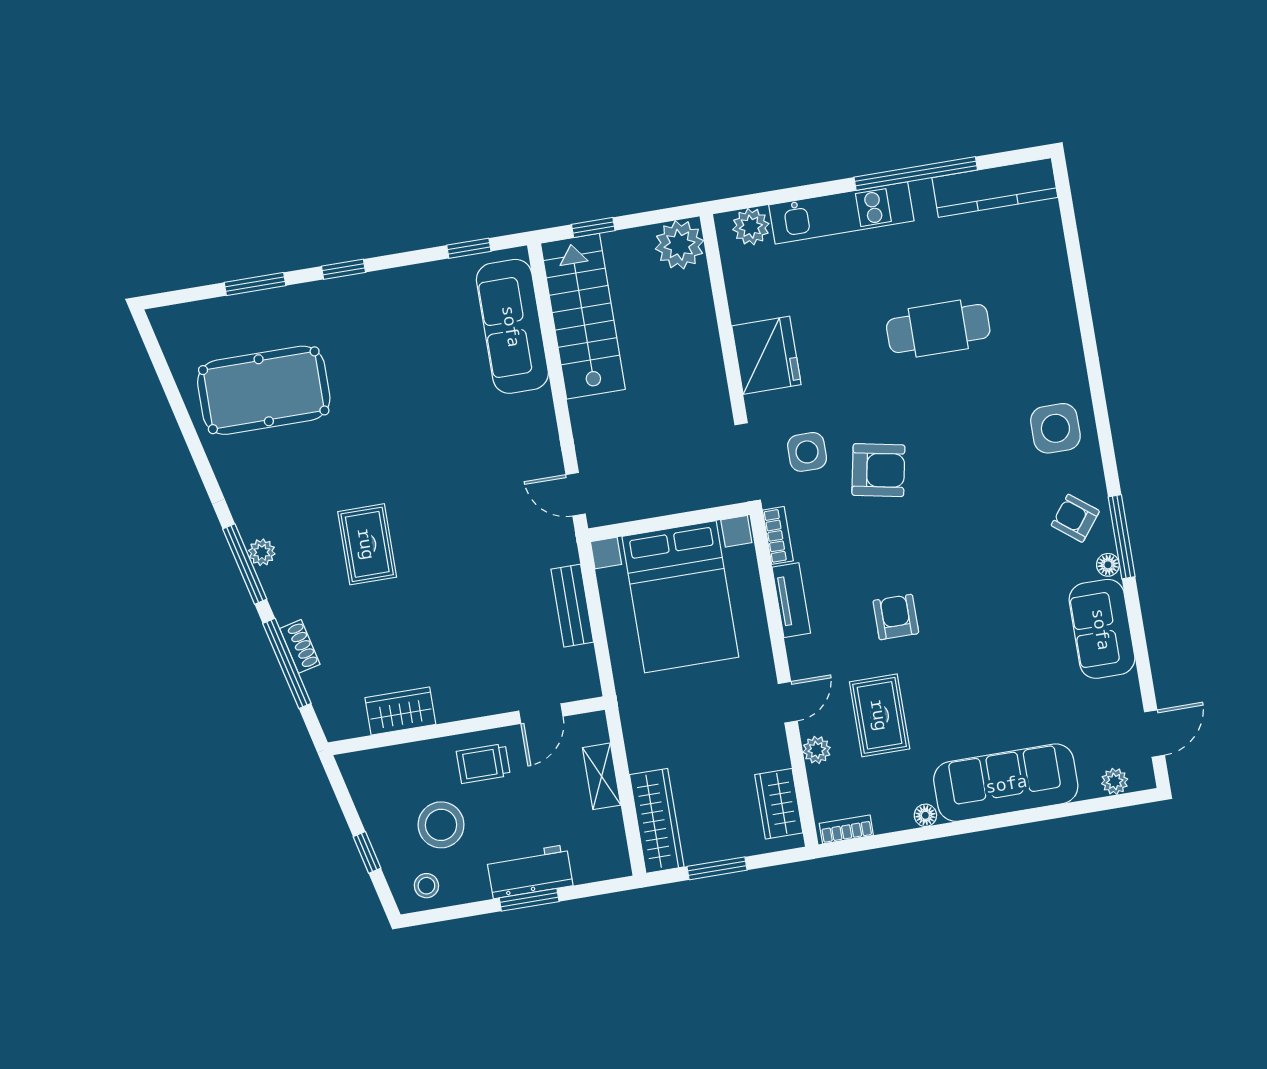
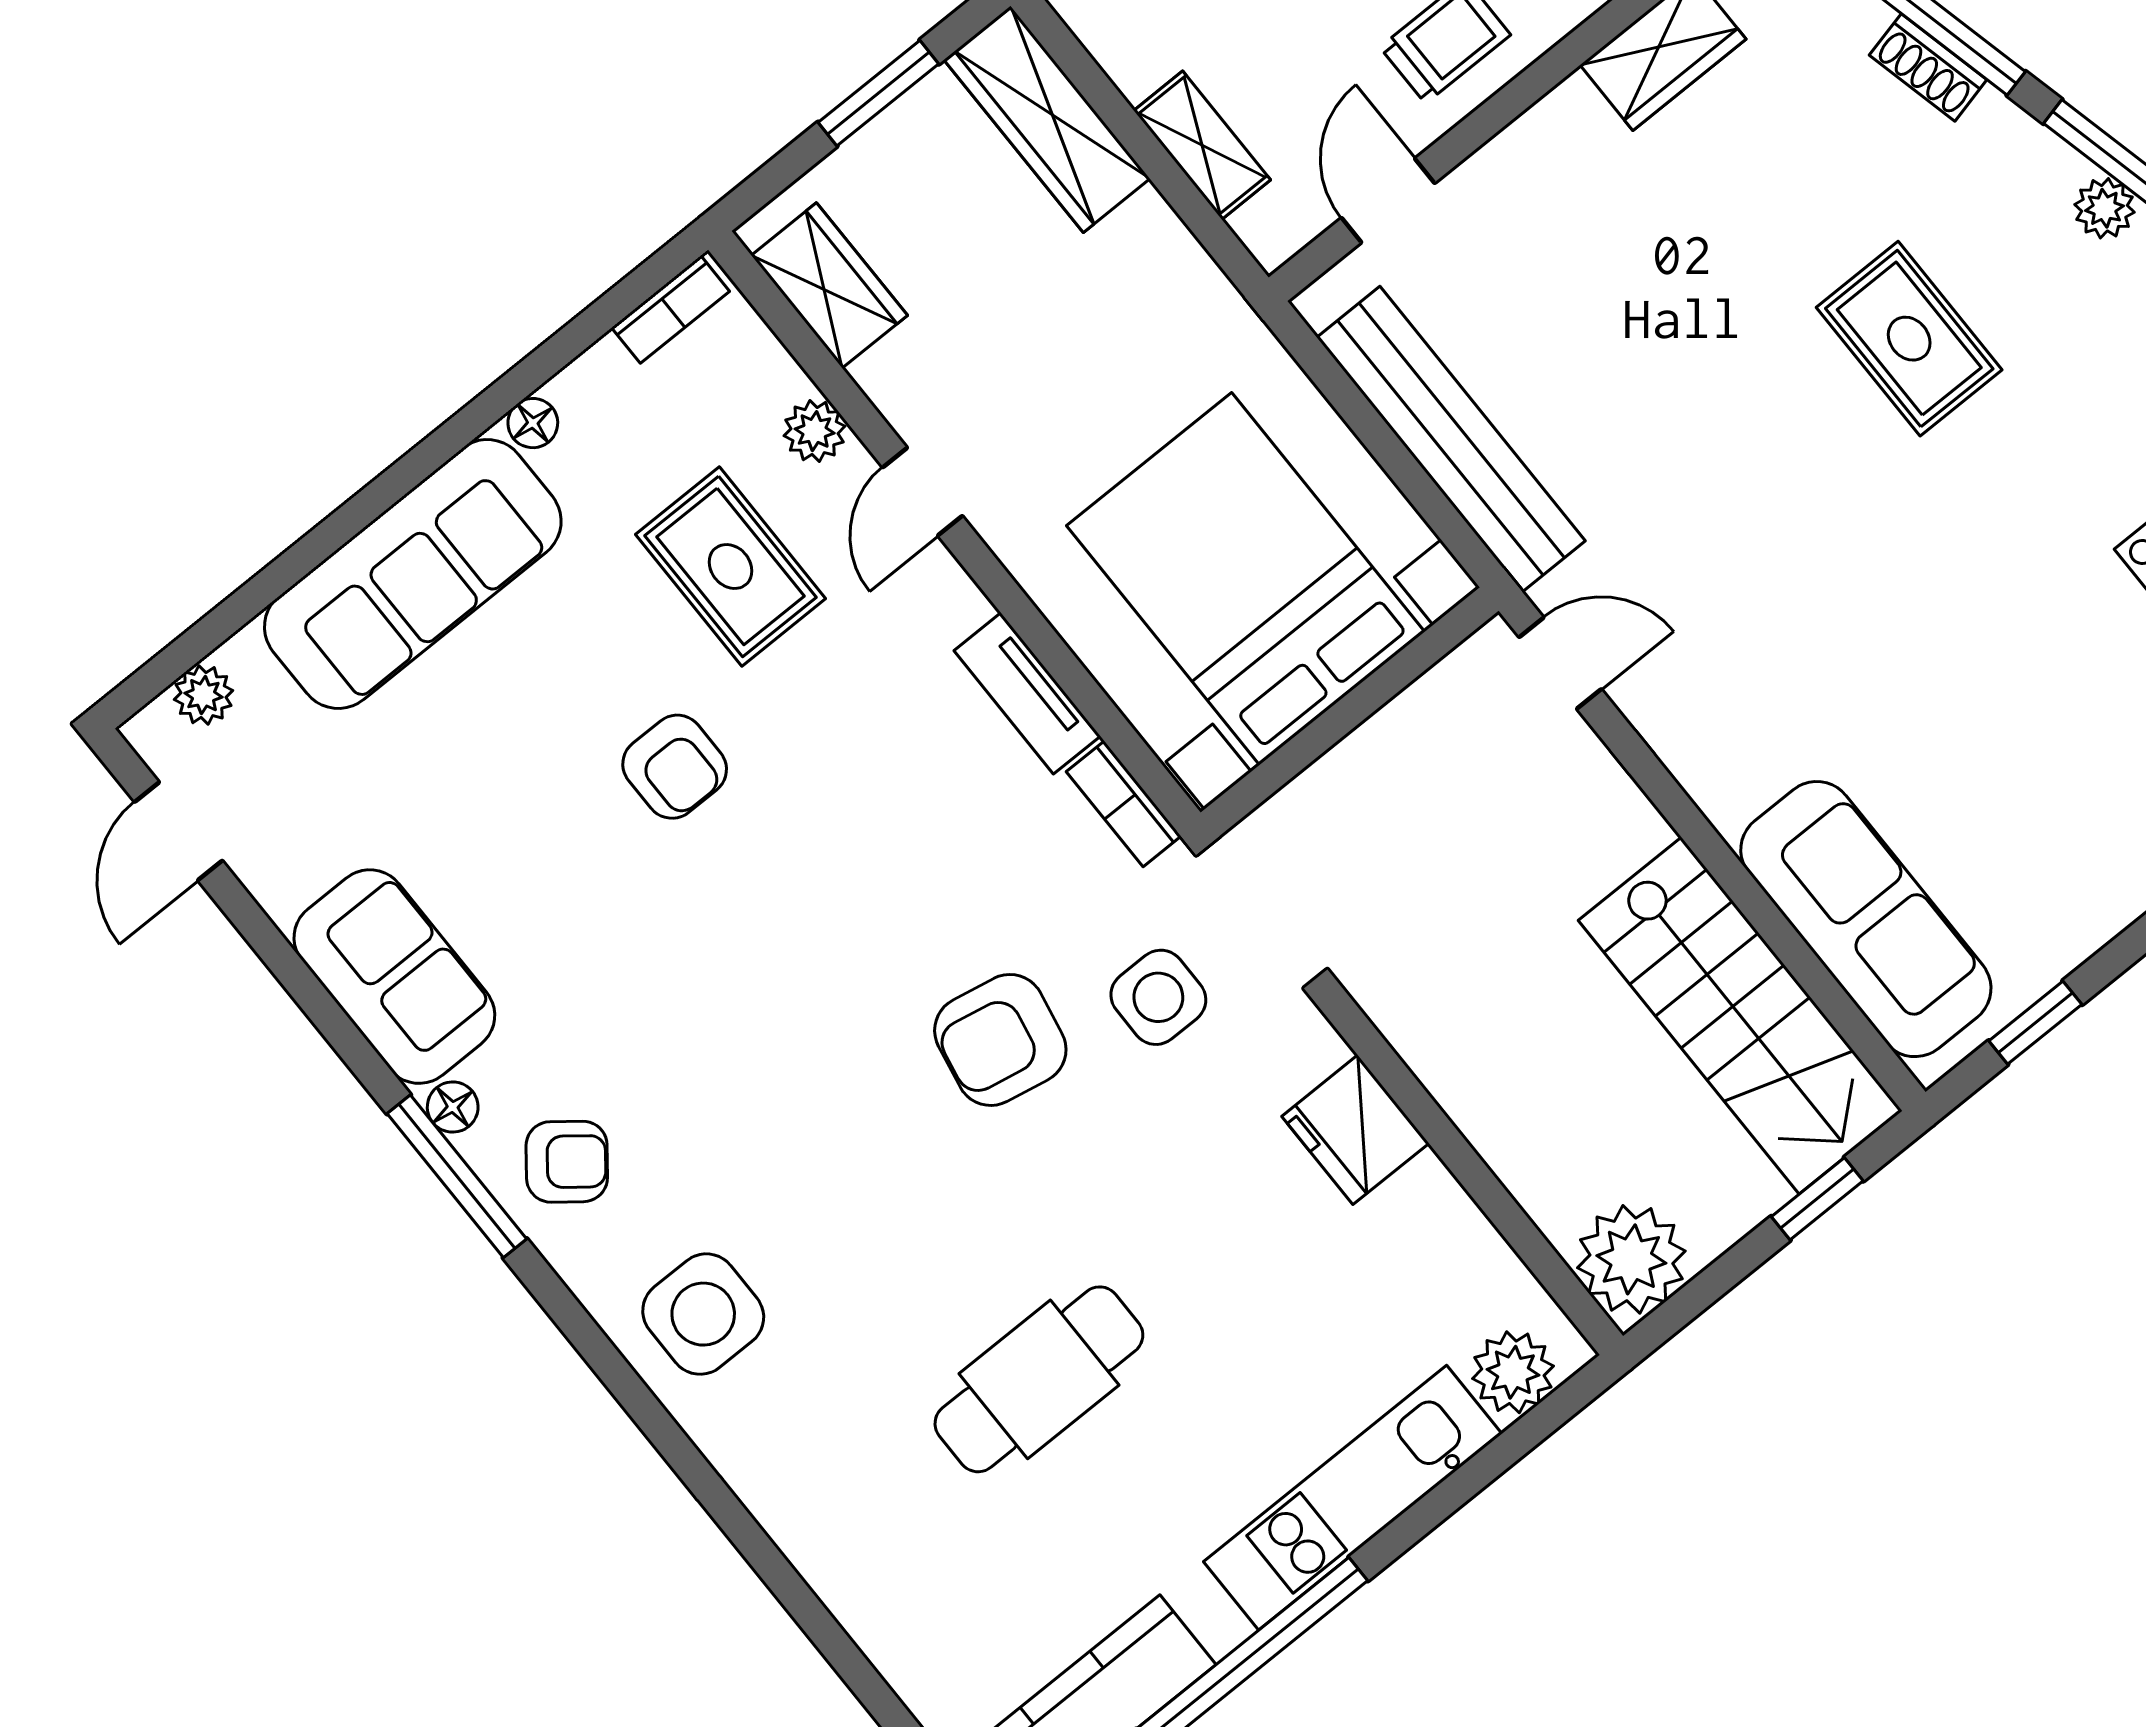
fridge: (766, 355) -> (1355, 1130), width x0.73, depth x0.75
bench: (572, 606) -> (1451, 439), width x1.86, depth x1.21
armchair: (896, 617) -> (675, 767), moved

